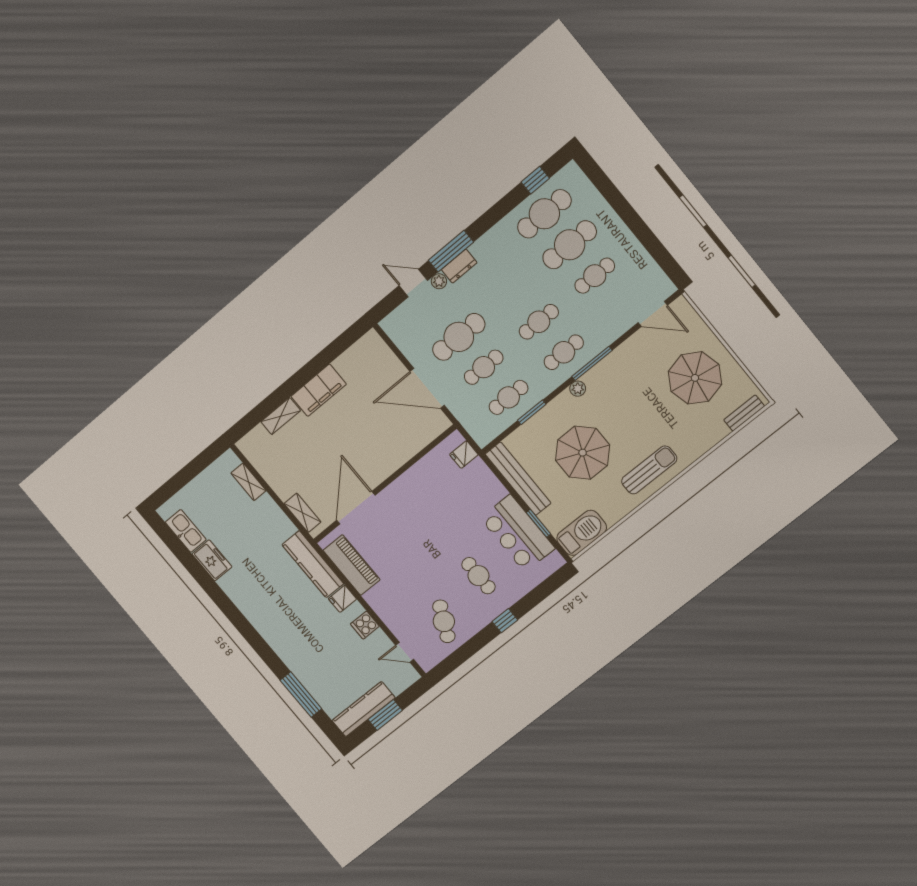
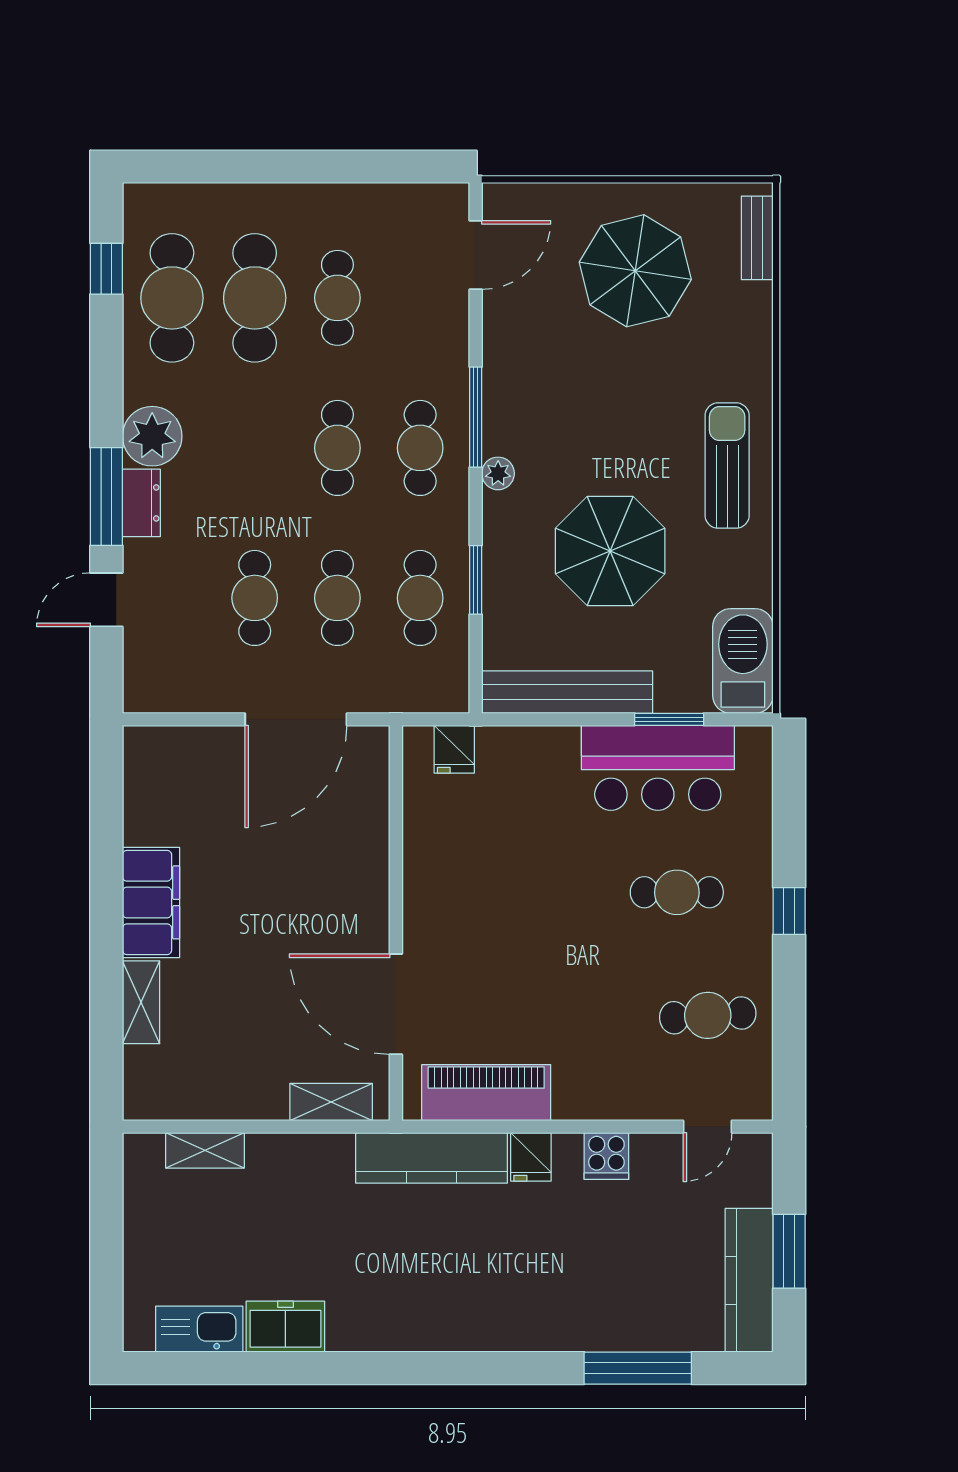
plant: (439, 281) -> (152, 436), moved, width x1.87, depth x1.87
cafe table: (459, 337) -> (255, 598), width x0.73, depth x0.74
cafe table: (444, 621) -> (708, 1015), turned -30

